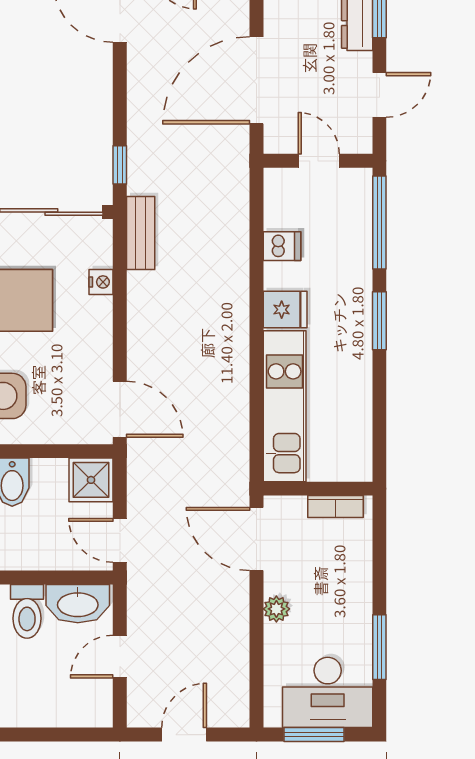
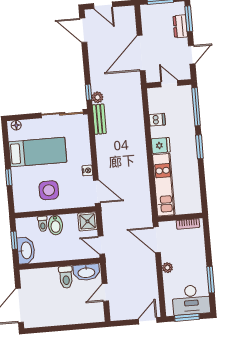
plant: (141, 179) -> (97, 97), added
nightstand: (101, 282) -> (87, 170), moved
door: (184, 735) -> (148, 321), moved

